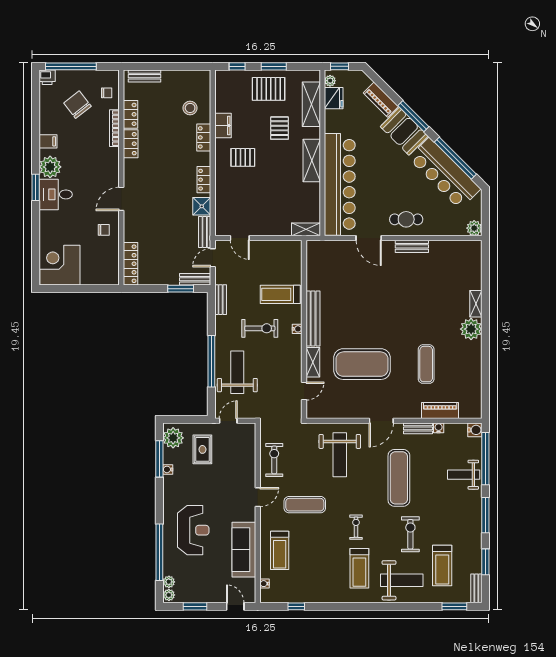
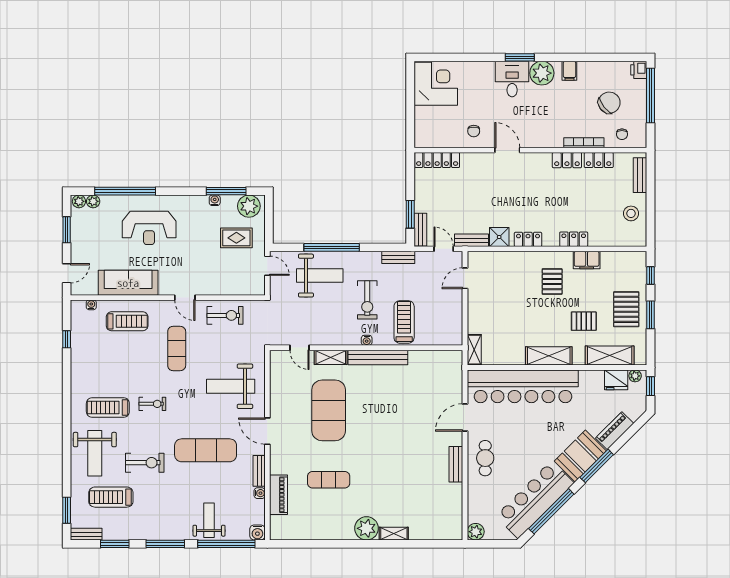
stool: (190, 108) -> (631, 213), moved
treadmill: (280, 550) -> (127, 321), turned 180

